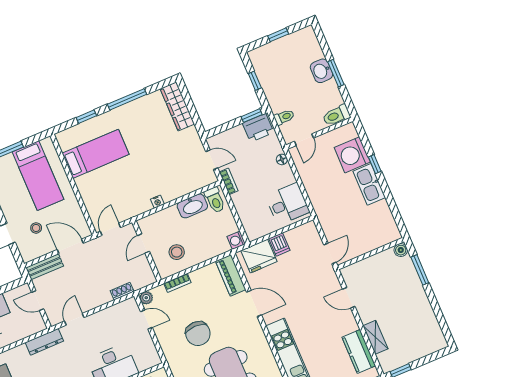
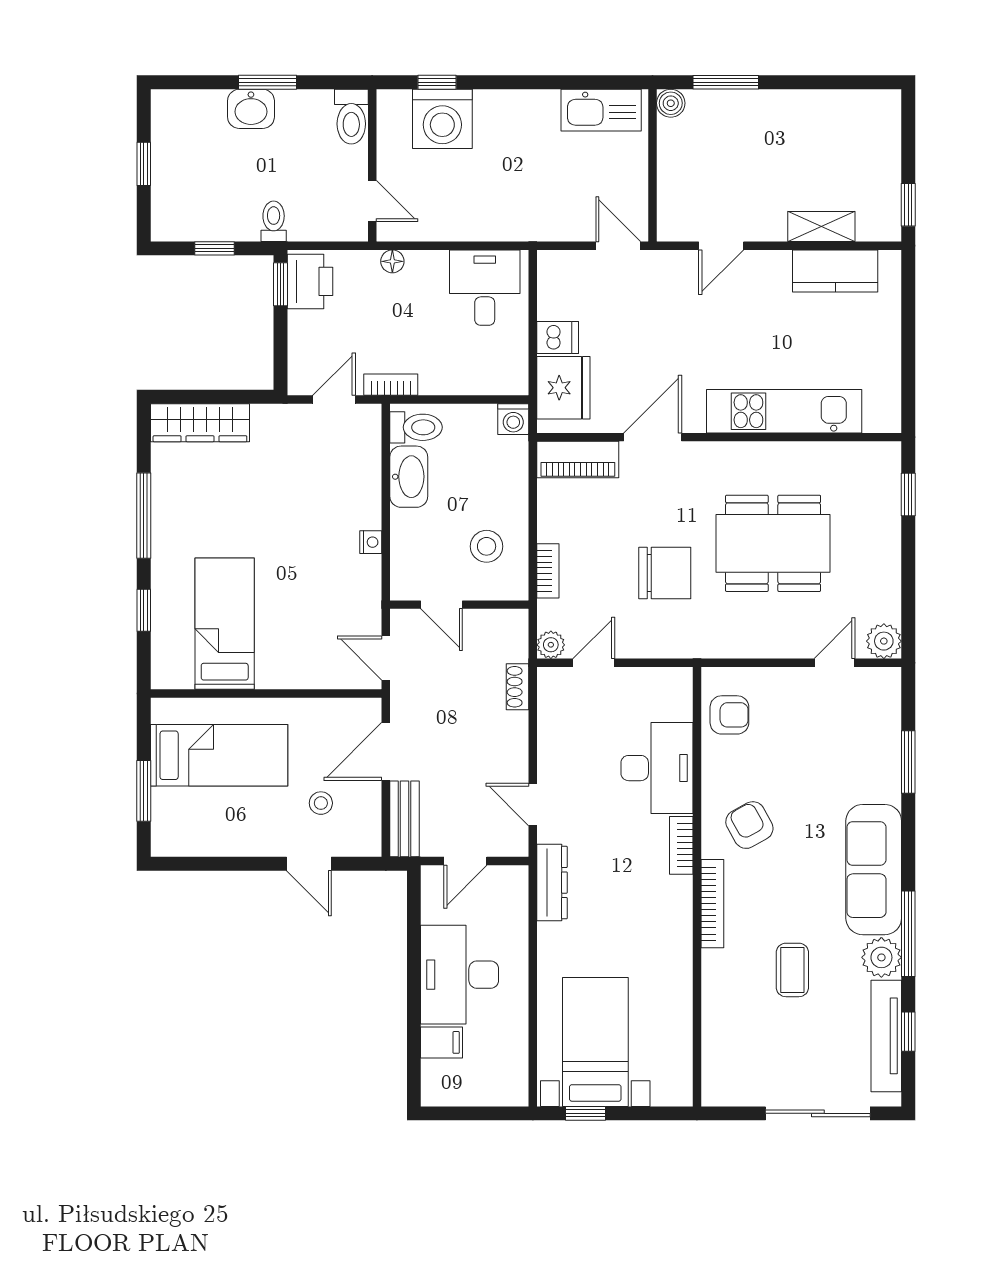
toilet: (284, 117) -> (274, 221), moved
window: (375, 164) -> (437, 82), moved
kitchen sink: (369, 184) -> (601, 110), moved

